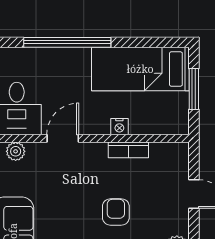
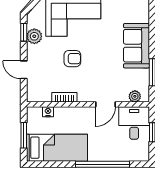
nightstand: (119, 127) -> (48, 112), moved
armchair: (116, 212) -> (72, 59), turned -90

